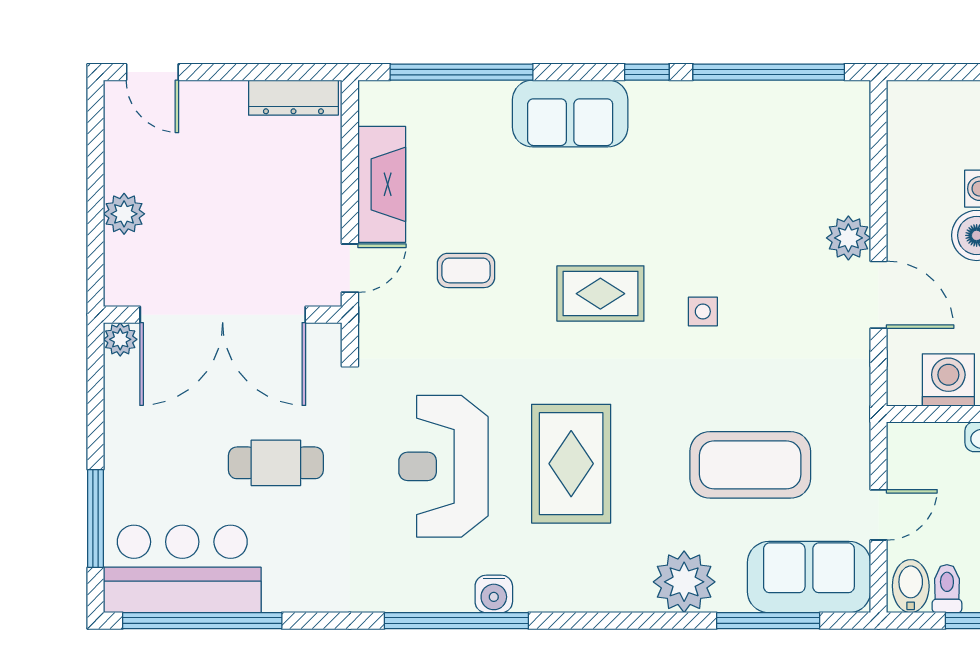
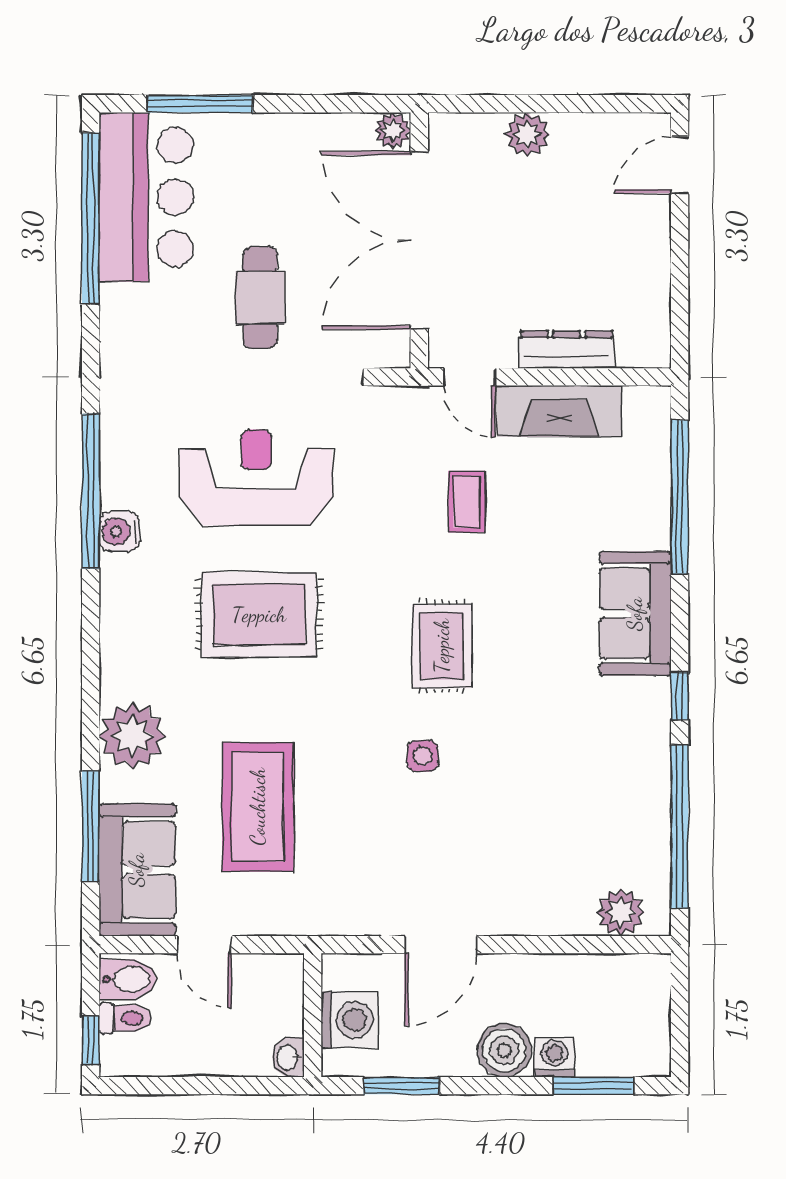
dresser: (293, 98) -> (567, 350), moved, turned 90
plant: (848, 238) -> (621, 912), moved

